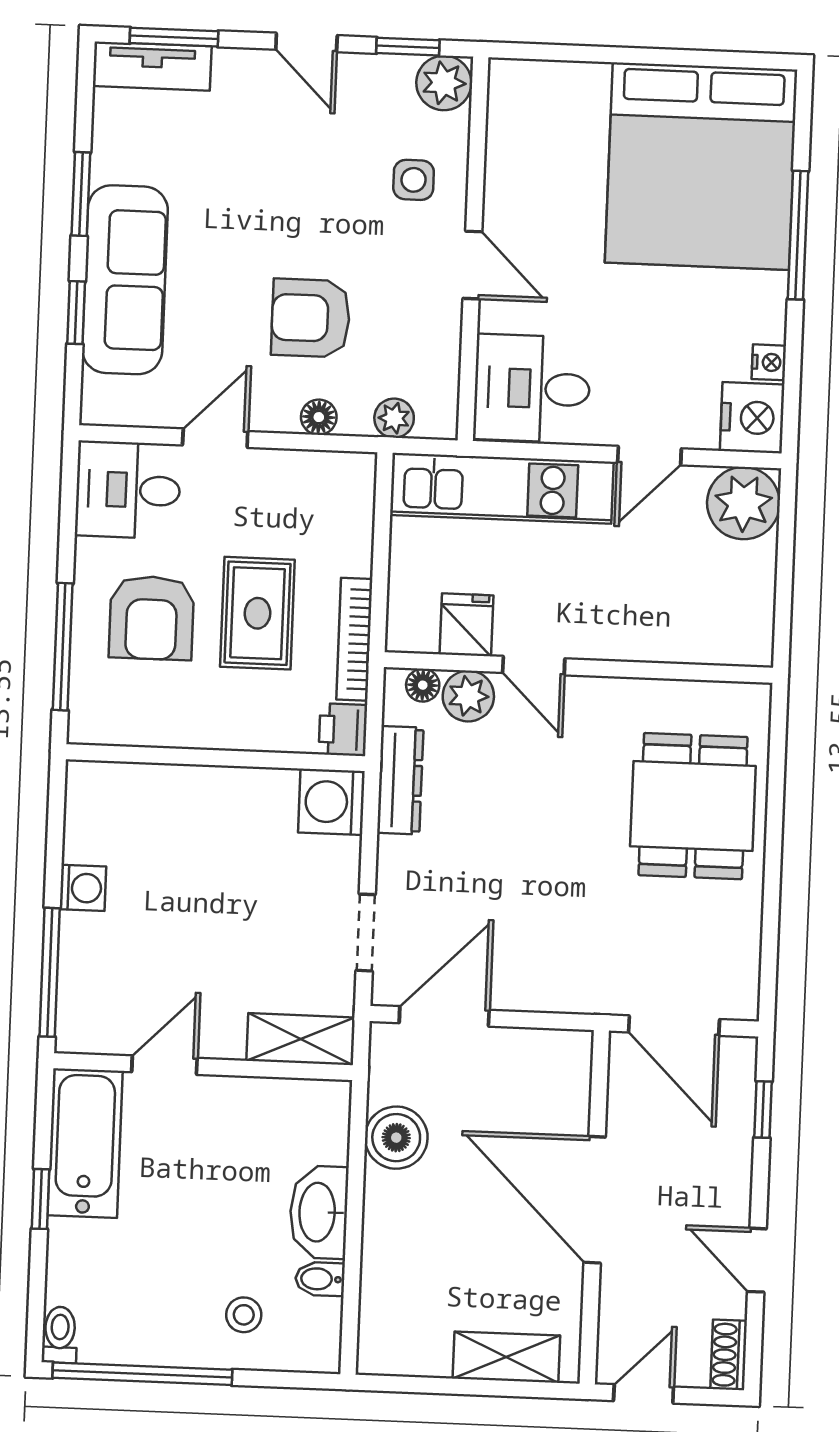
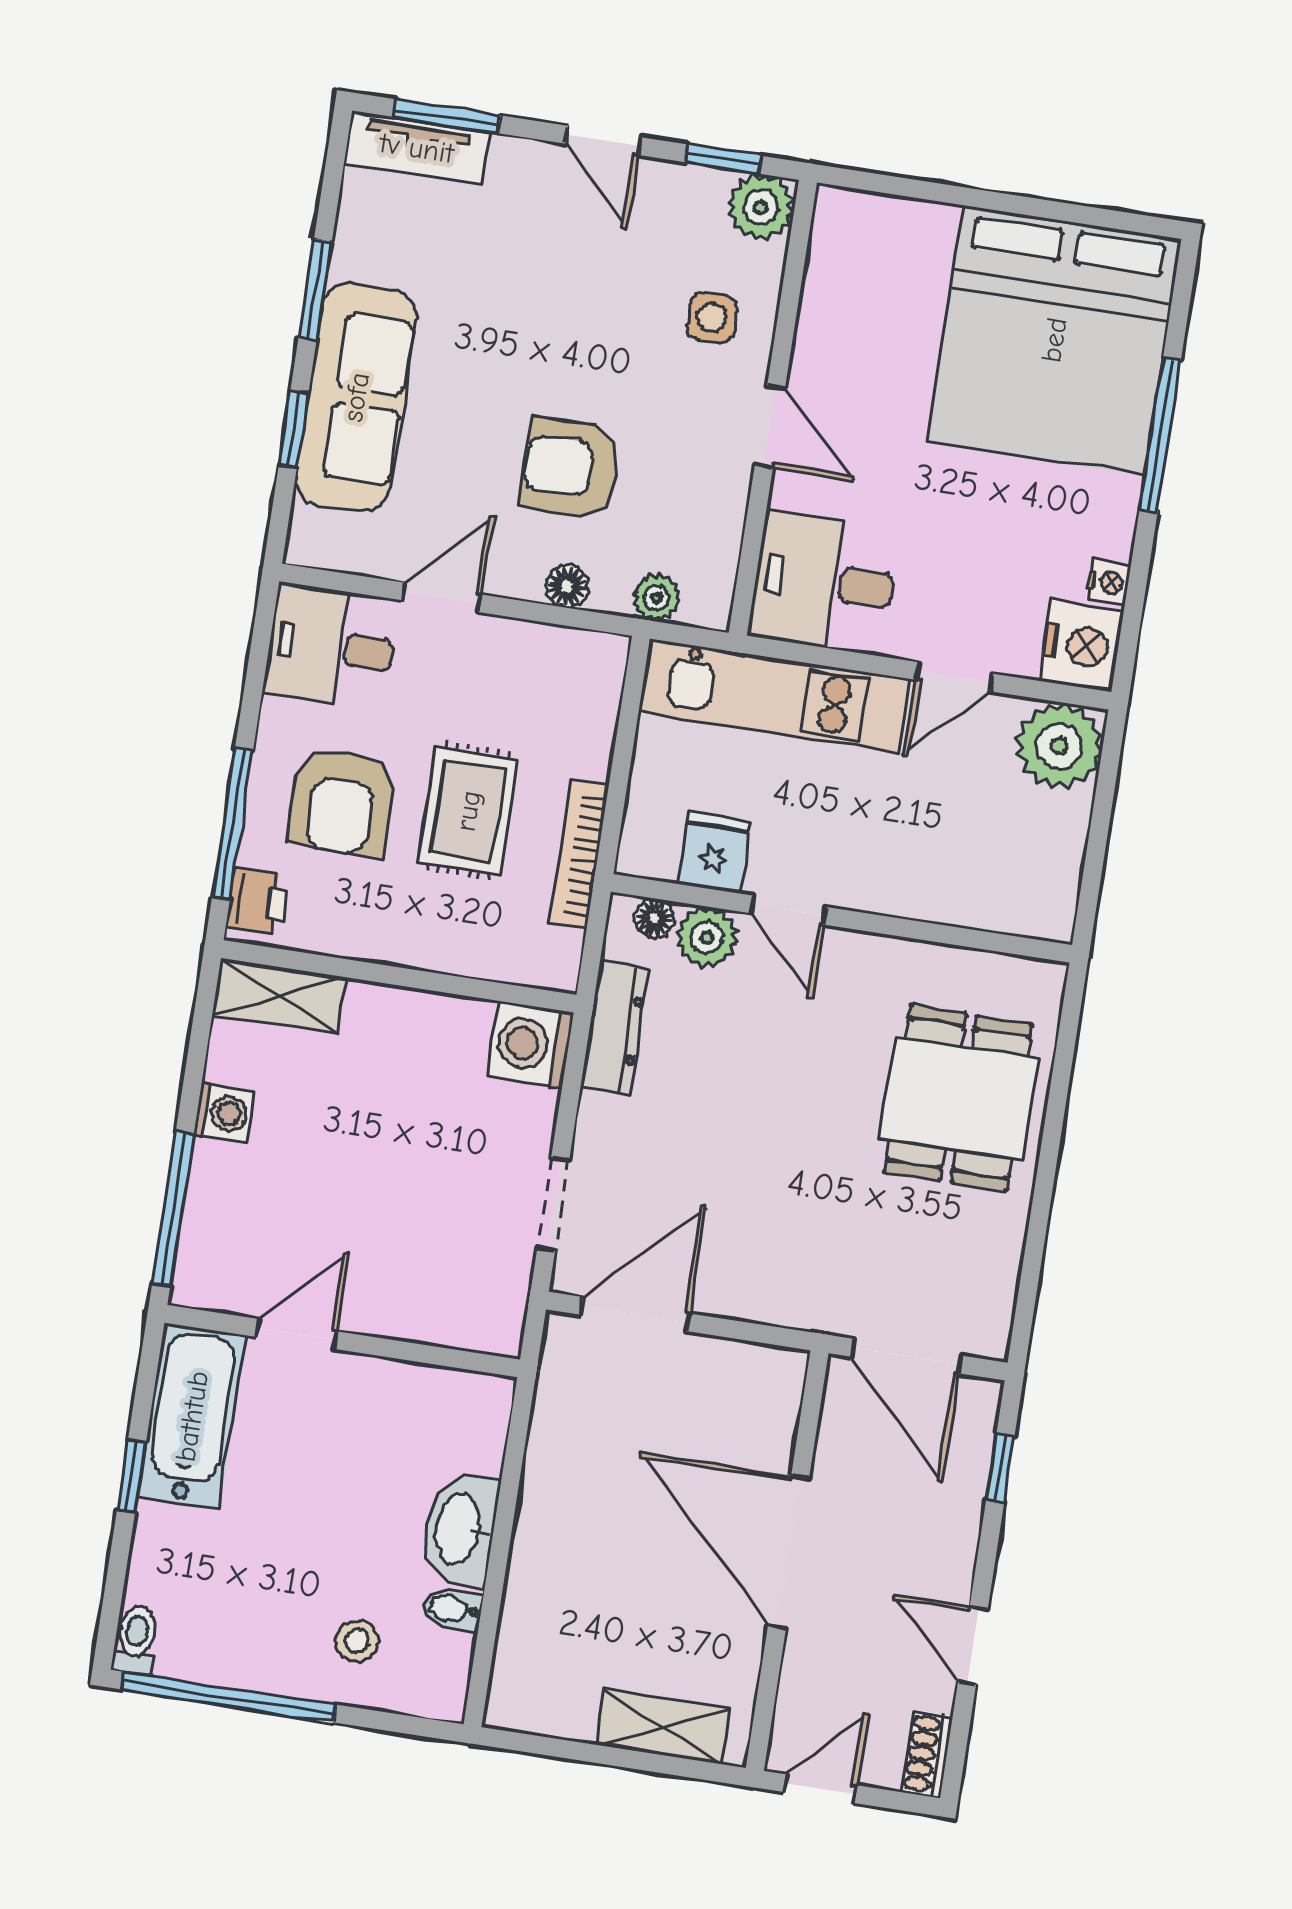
printer: (343, 730) -> (258, 901), moved, turned 180
shelving: (301, 1039) -> (279, 996), moved
boiler: (396, 1138) -> (562, 1451), removed

